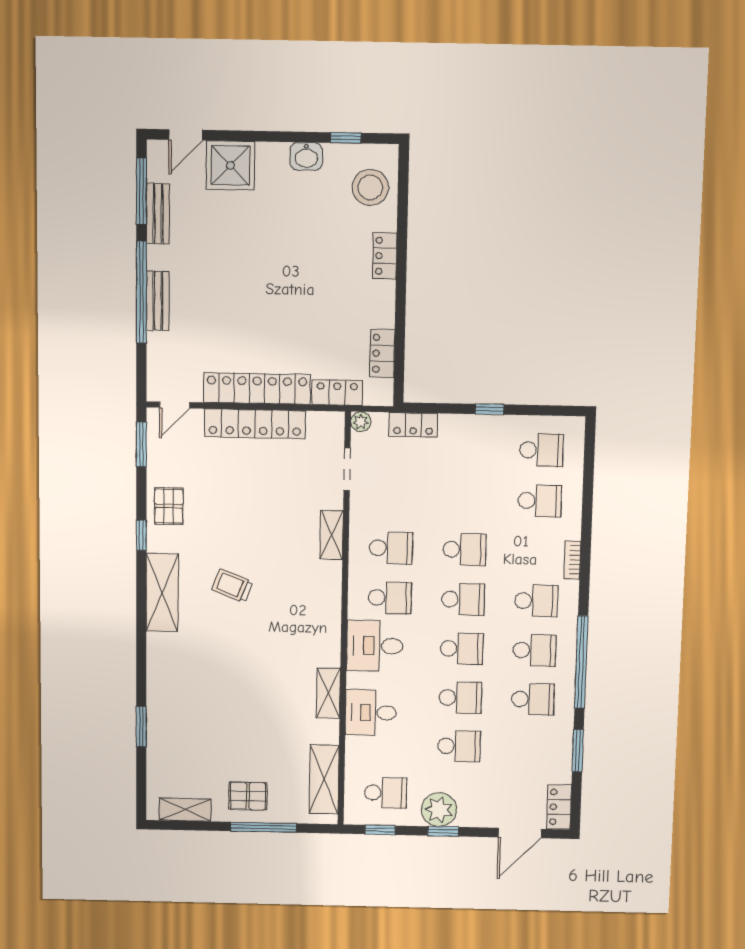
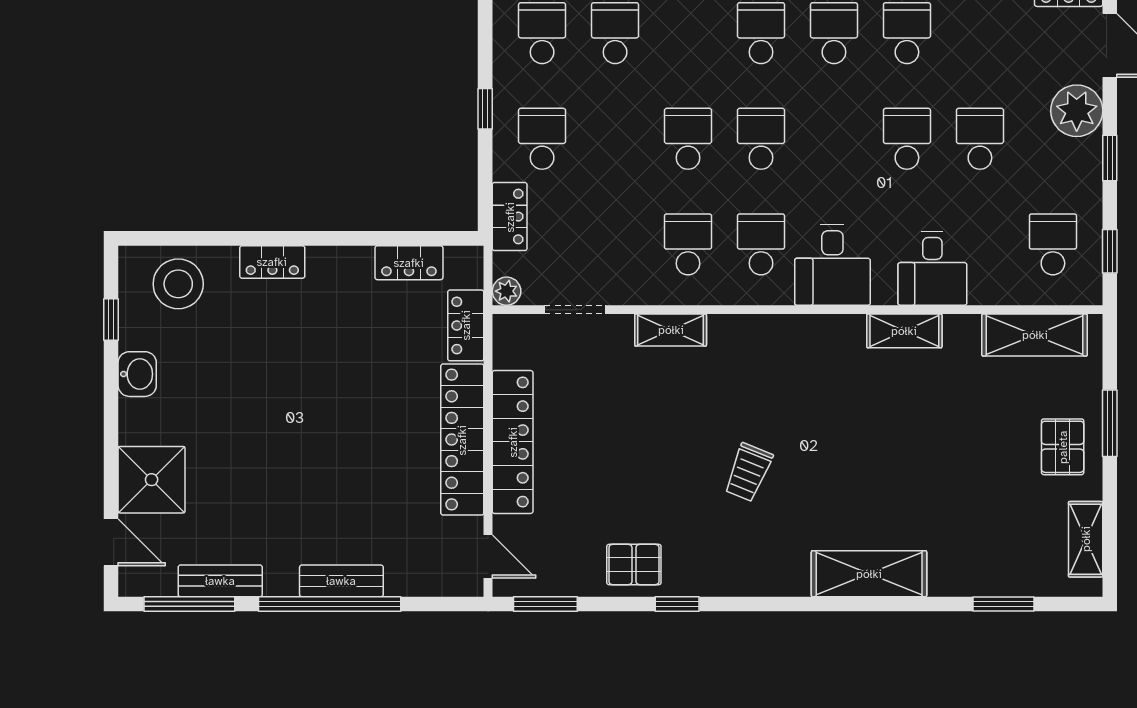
shelving: (162, 593) -> (869, 574), moved
school desk: (462, 649) -> (542, 139), moved
window: (141, 727) -> (1004, 604), moved
plant: (439, 810) -> (1077, 111), moved
window: (264, 827) -> (1110, 423), width x0.69

